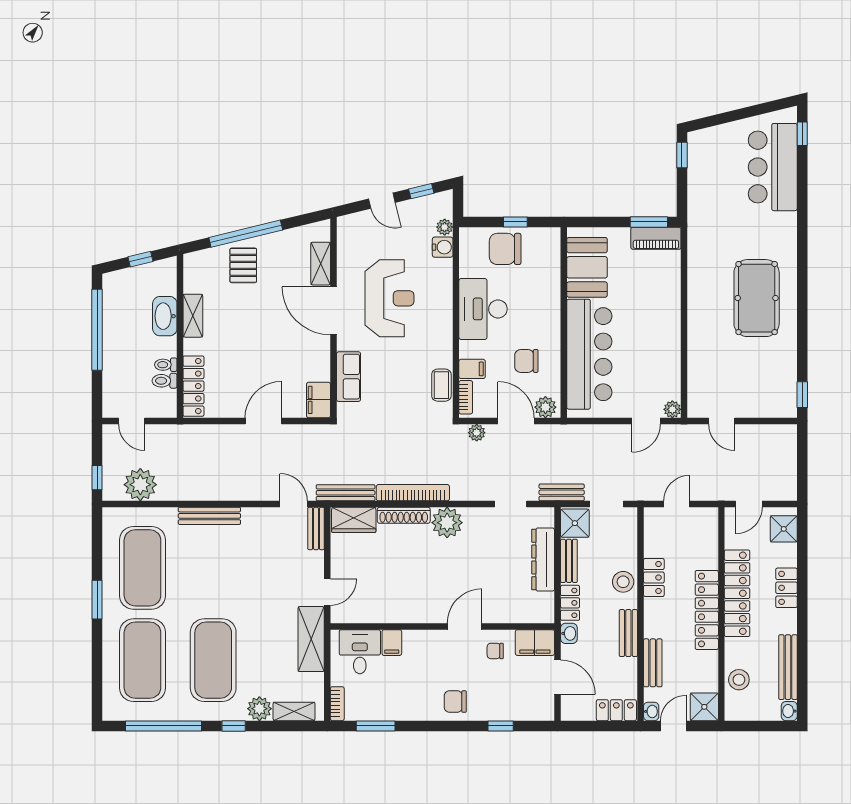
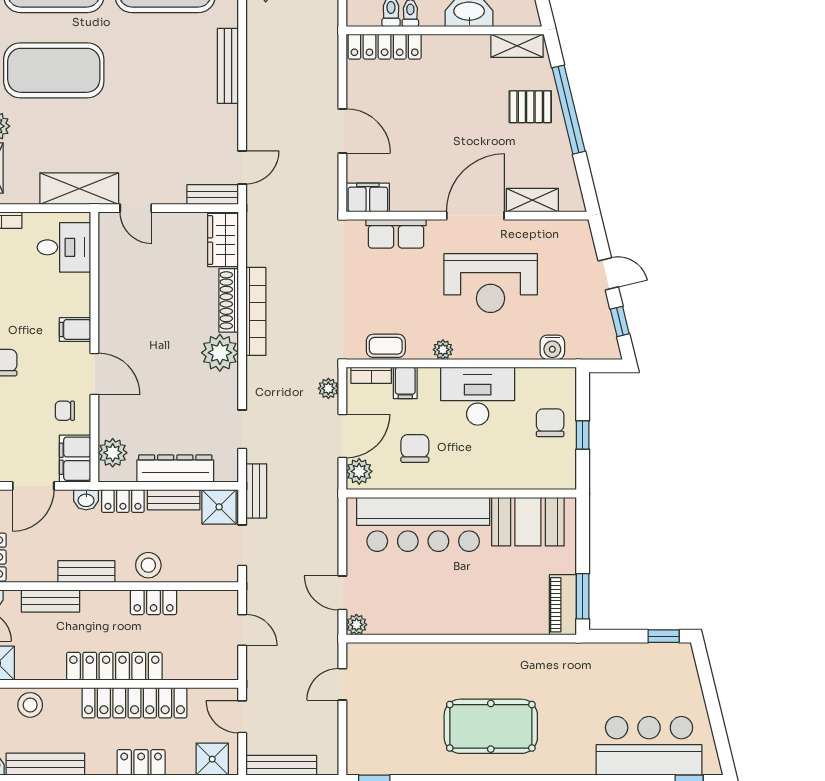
door: (382, 201) -> (608, 274), swing flipped
plant: (445, 227) -> (443, 350), moved
chair: (505, 249) -> (550, 423), width x0.73, depth x0.73
shelving: (193, 316) -> (517, 46), moved
bench: (346, 493) -> (281, 765), moved, turned 90
plant: (530, 611) -> (113, 453), added
filing cabinet: (392, 643) -> (75, 329), moved
chair: (495, 651) -> (65, 411), turned -90

